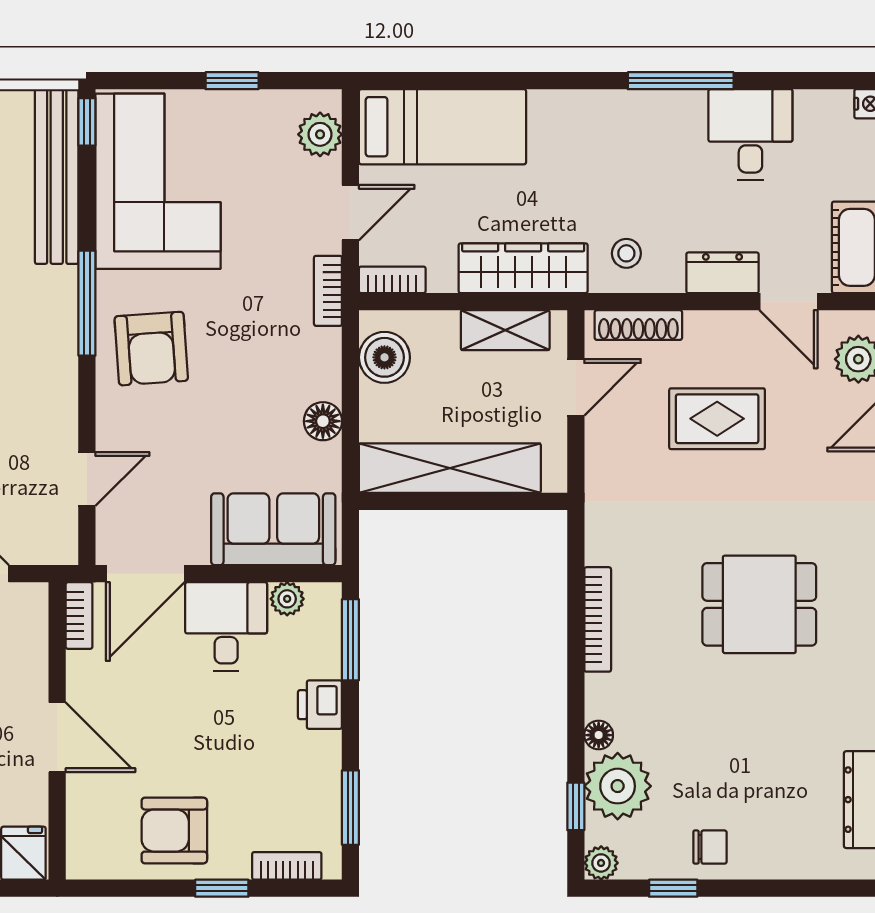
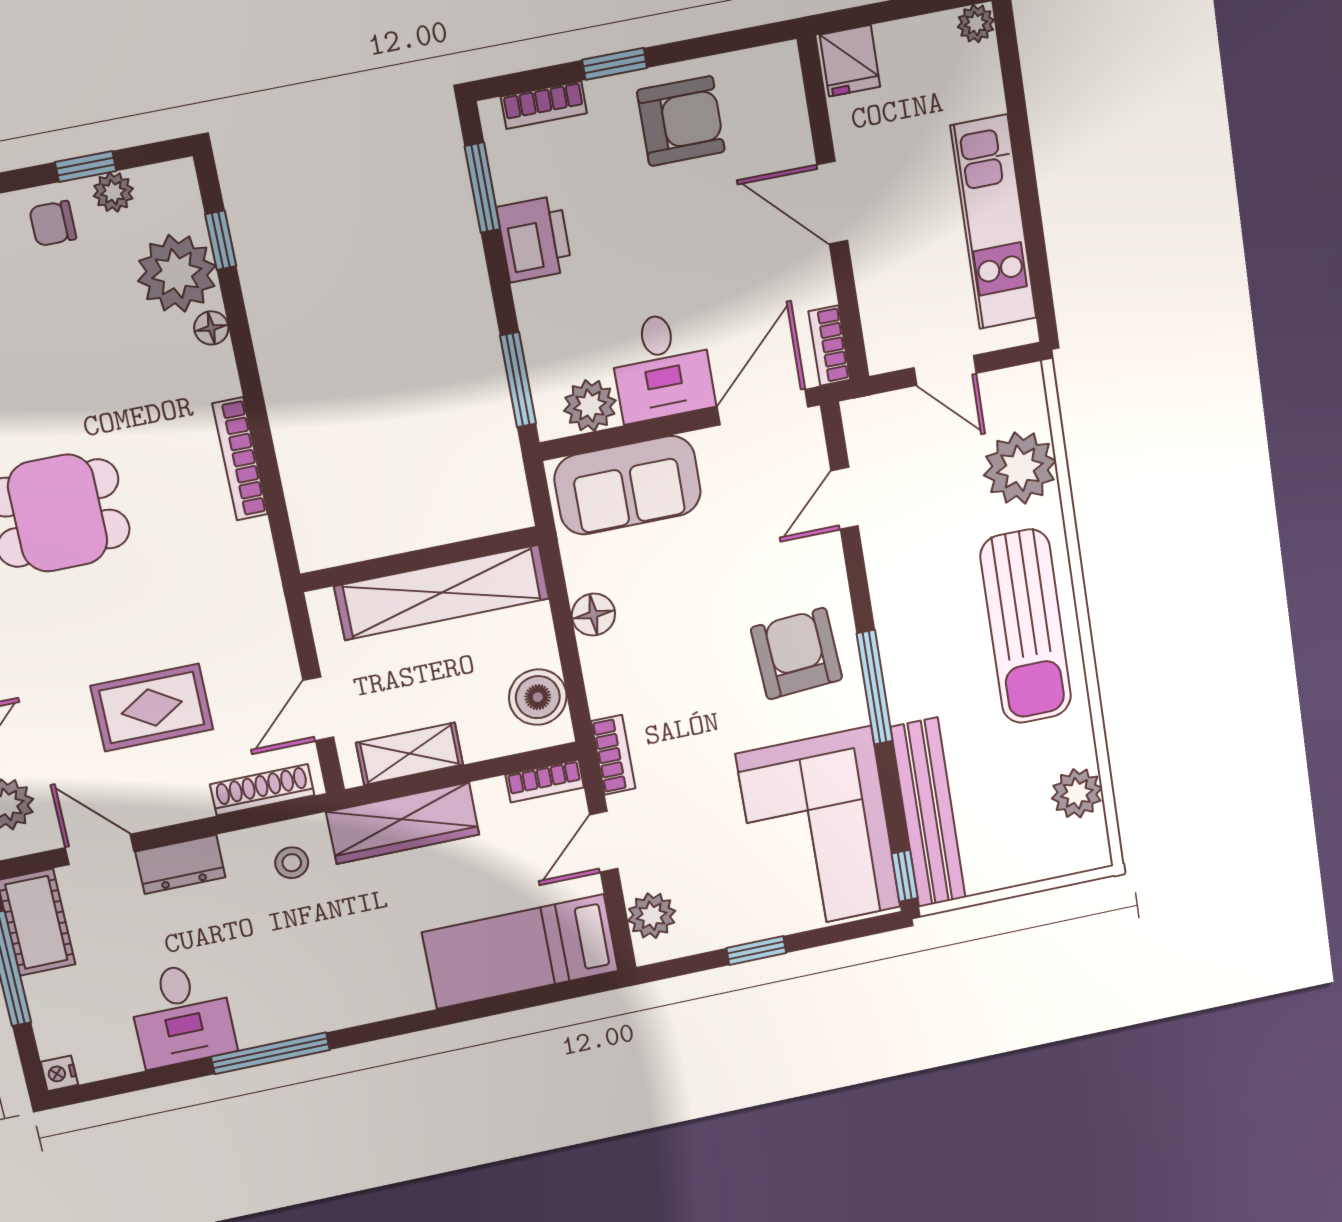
plant: (287, 599) -> (590, 406), width x1.38, depth x1.38
printer: (320, 705) -> (535, 239), moved, width x1.36, depth x1.24
plant: (601, 863) -> (113, 192), moved

